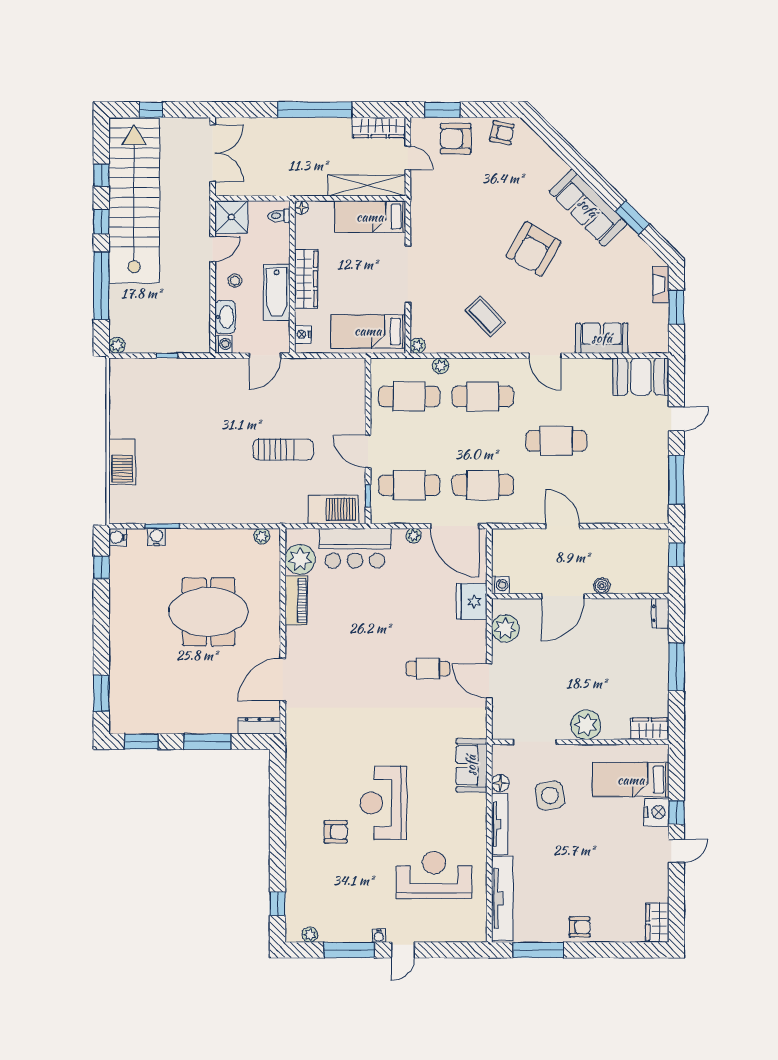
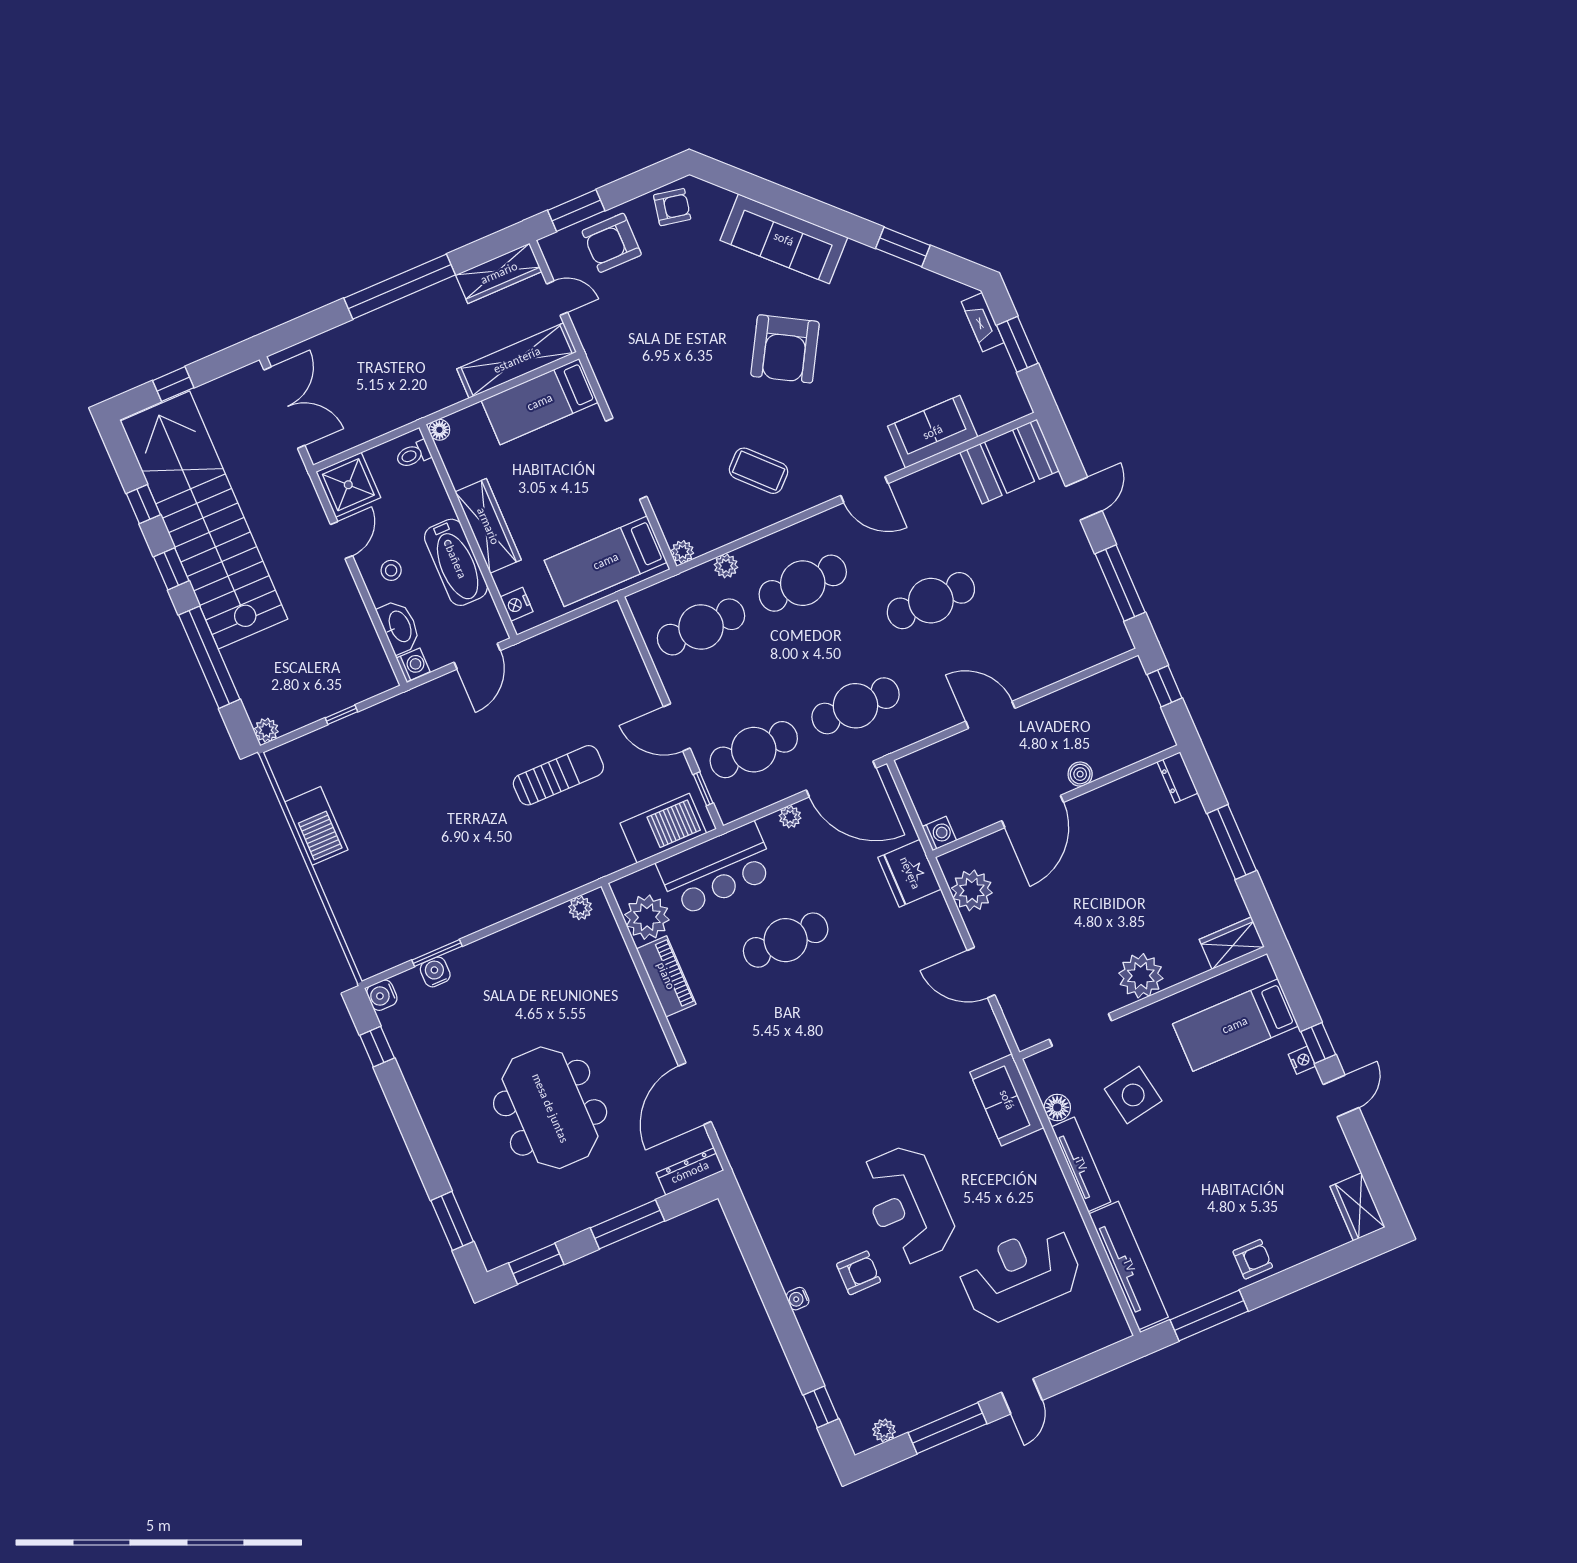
sofa: (588, 208) -> (784, 239), moved
barbecue: (122, 462) -> (316, 826), moved
meeting table: (209, 612) -> (550, 1108), moved, turned 90
cafe table: (428, 669) -> (786, 940), moved, width x1.37, depth x1.35
nightstand: (656, 812) -> (1302, 1060), width x0.53, depth x0.56
water cooler: (379, 936) -> (798, 1299), moved, turned 90

